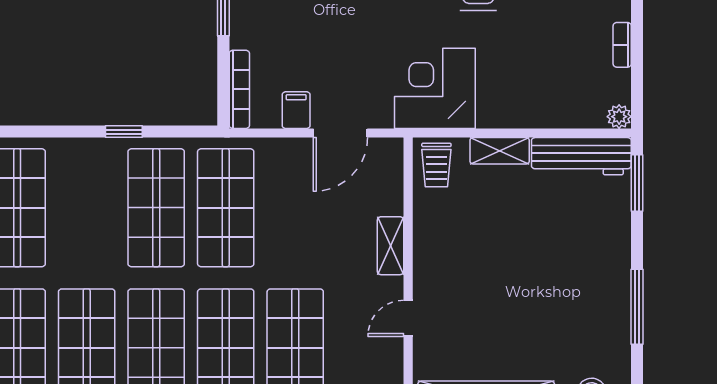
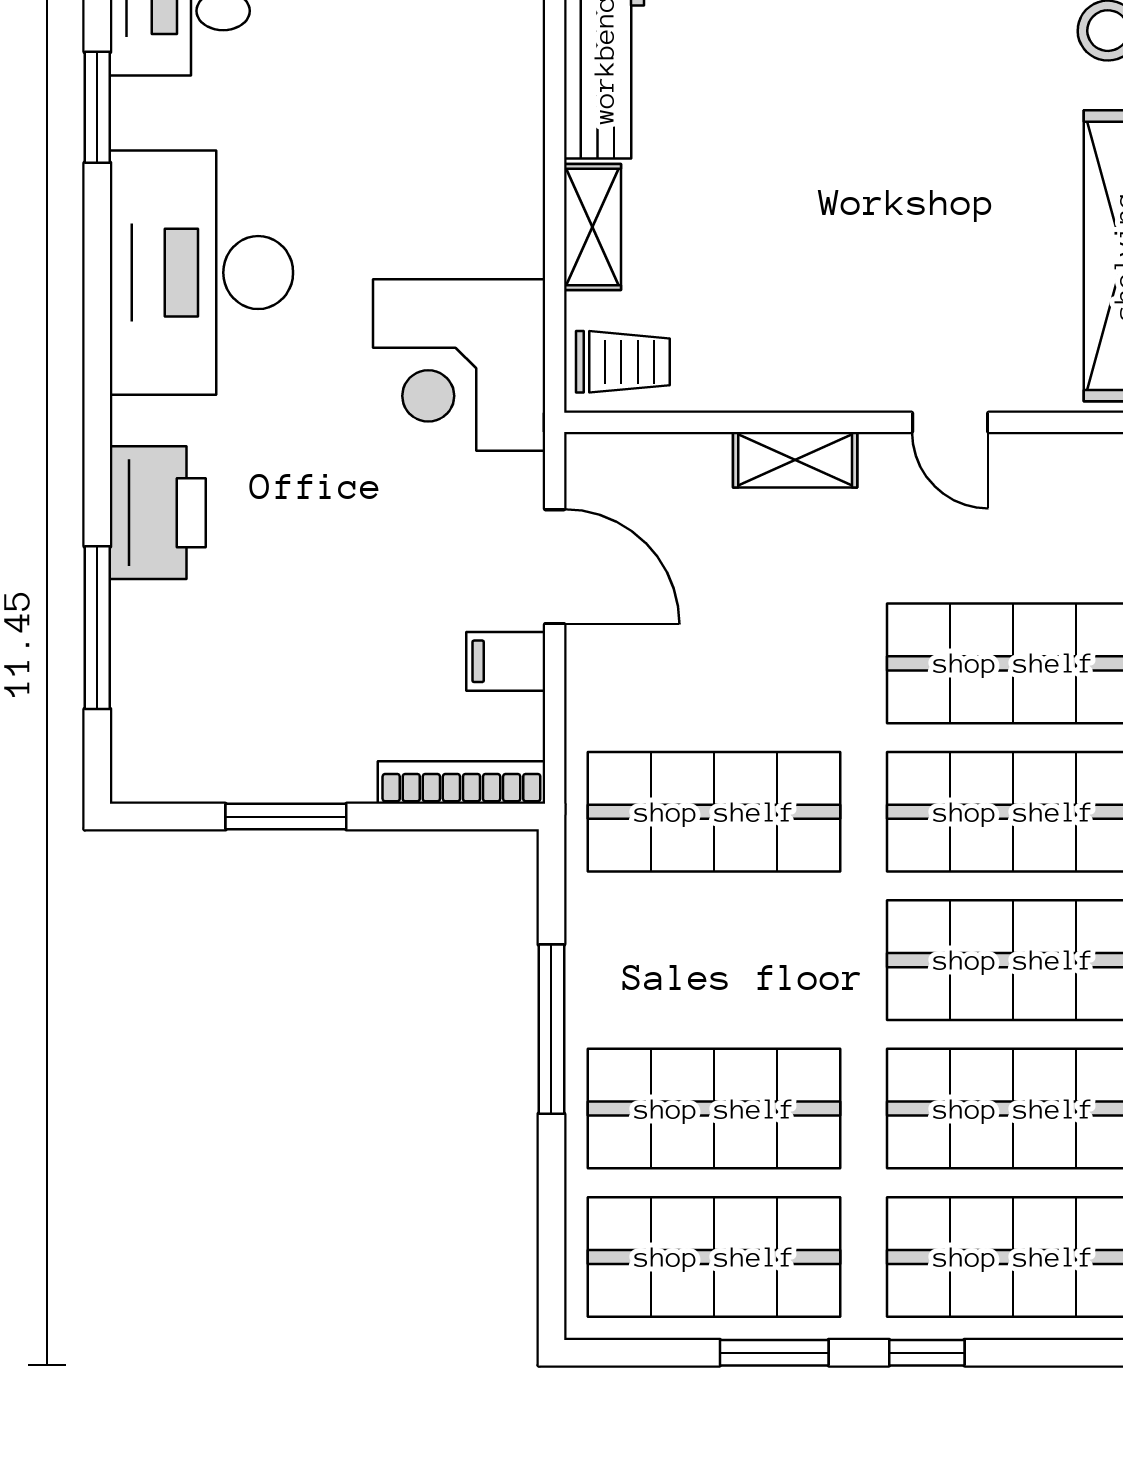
window: (124, 132) -> (551, 1029), width x2.17
shop shelf: (156, 208) -> (714, 1109), moved

